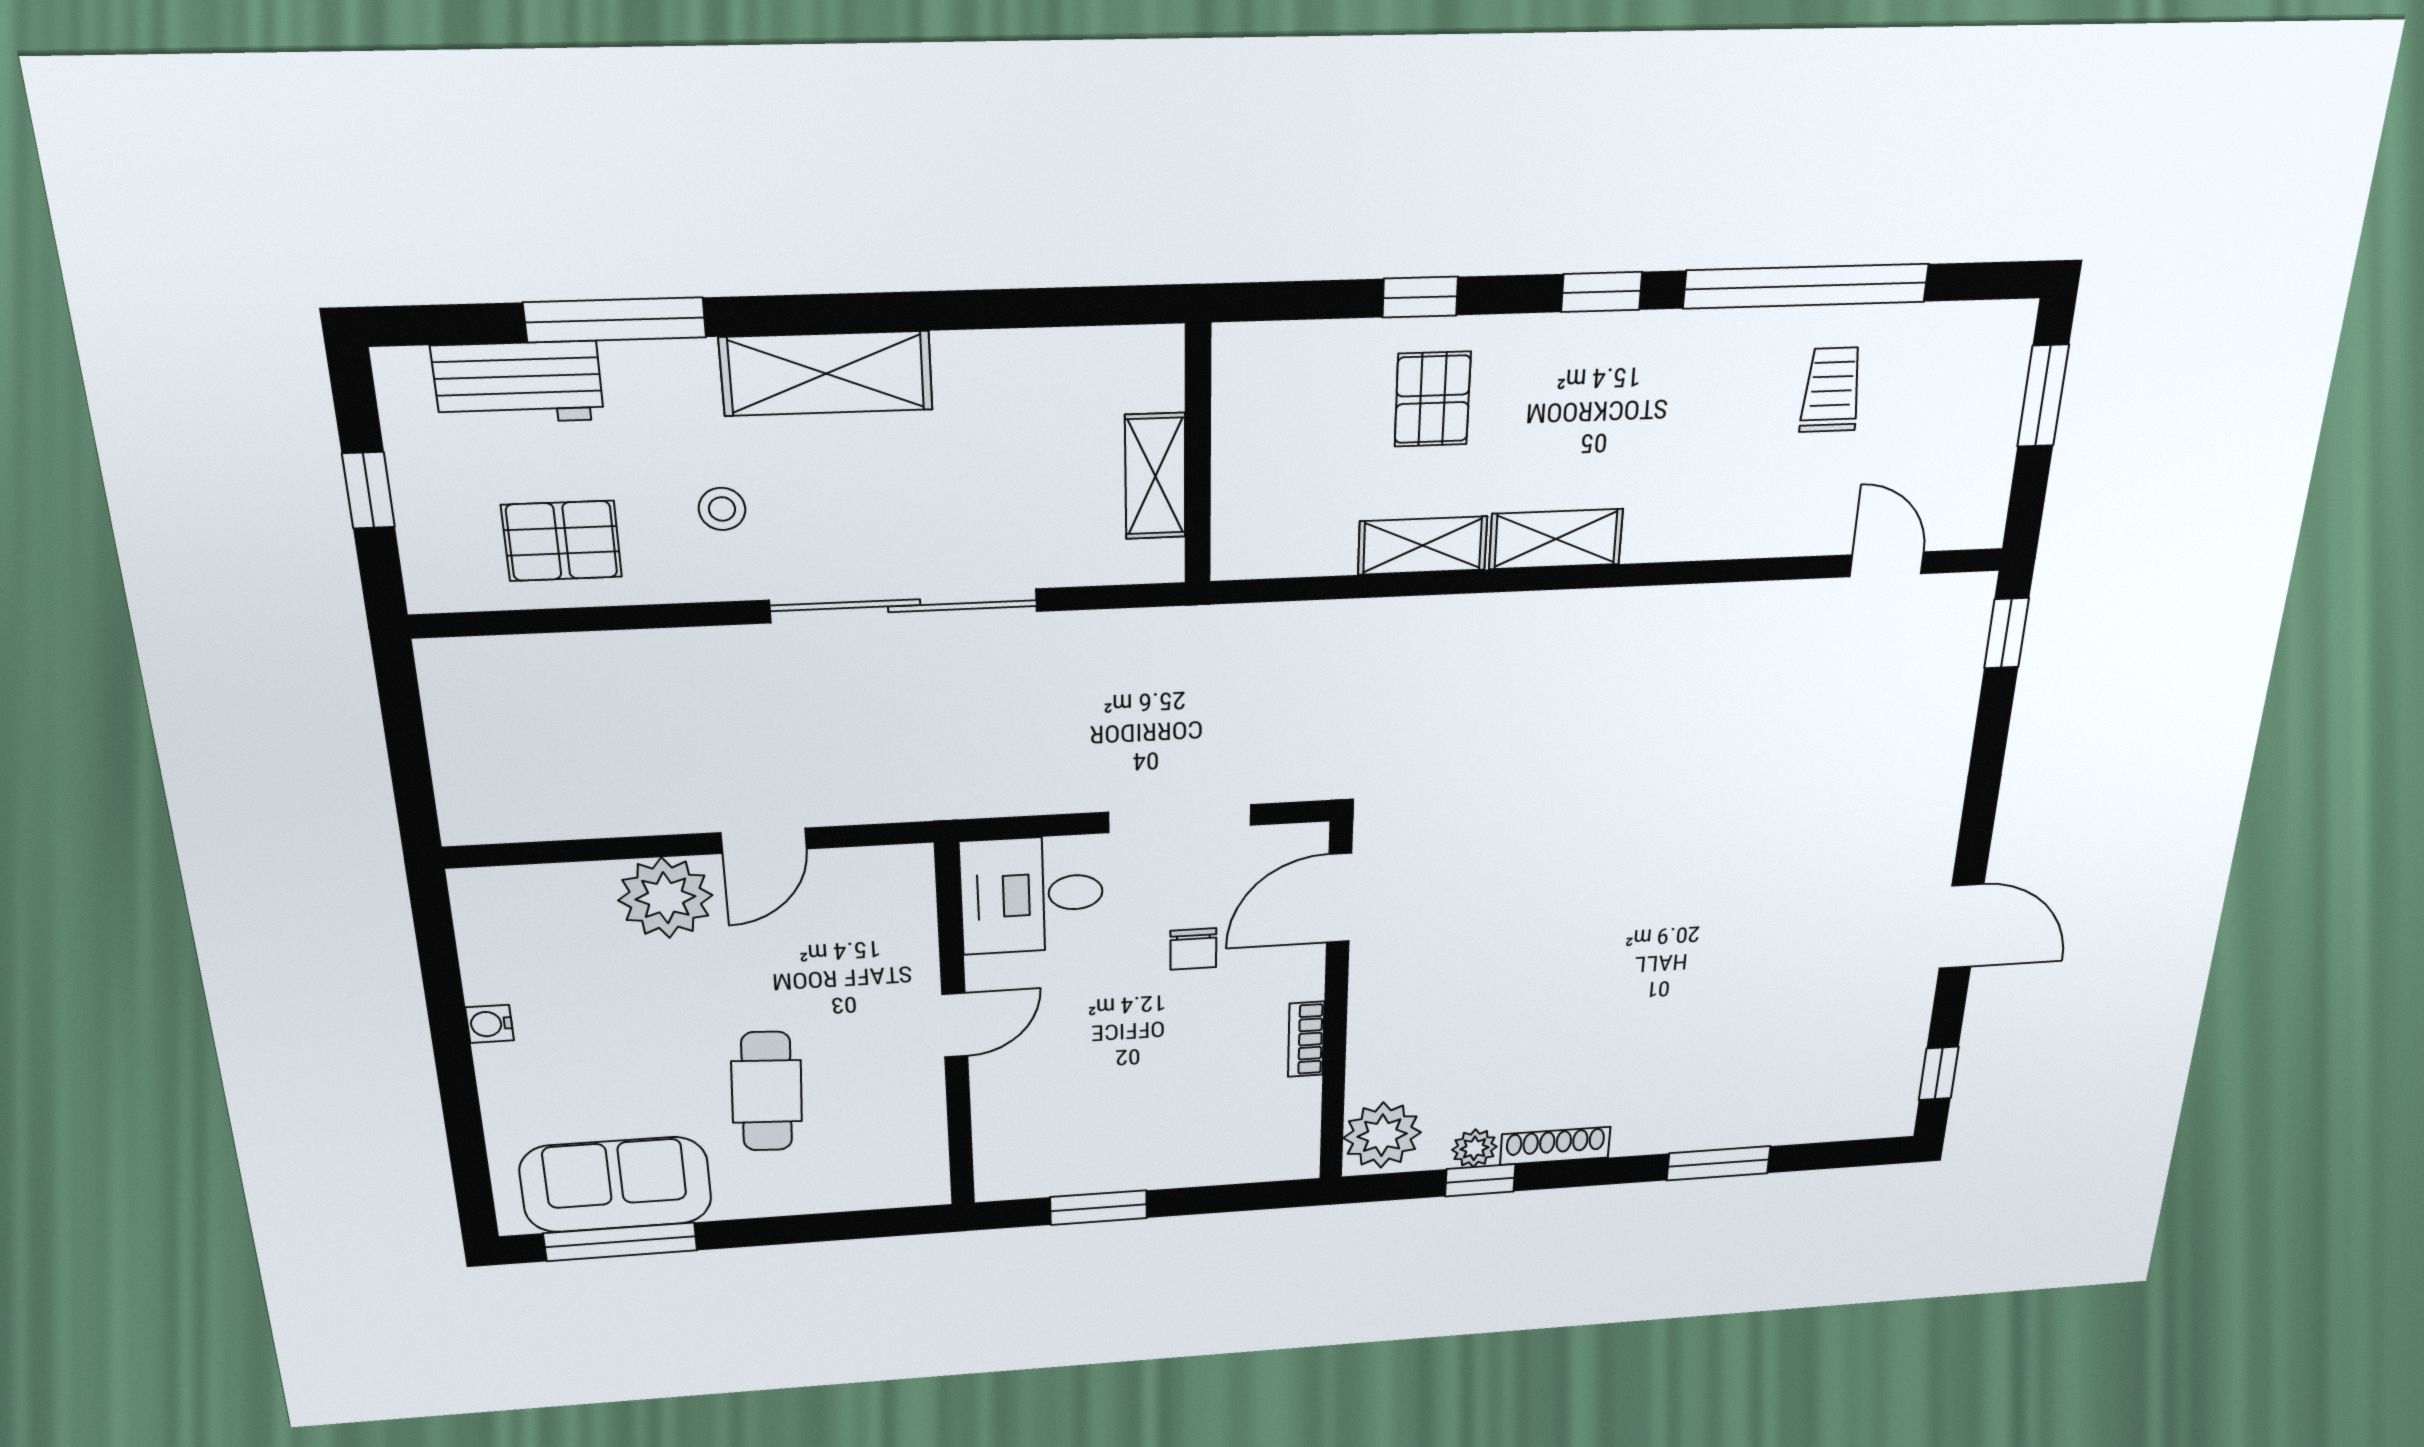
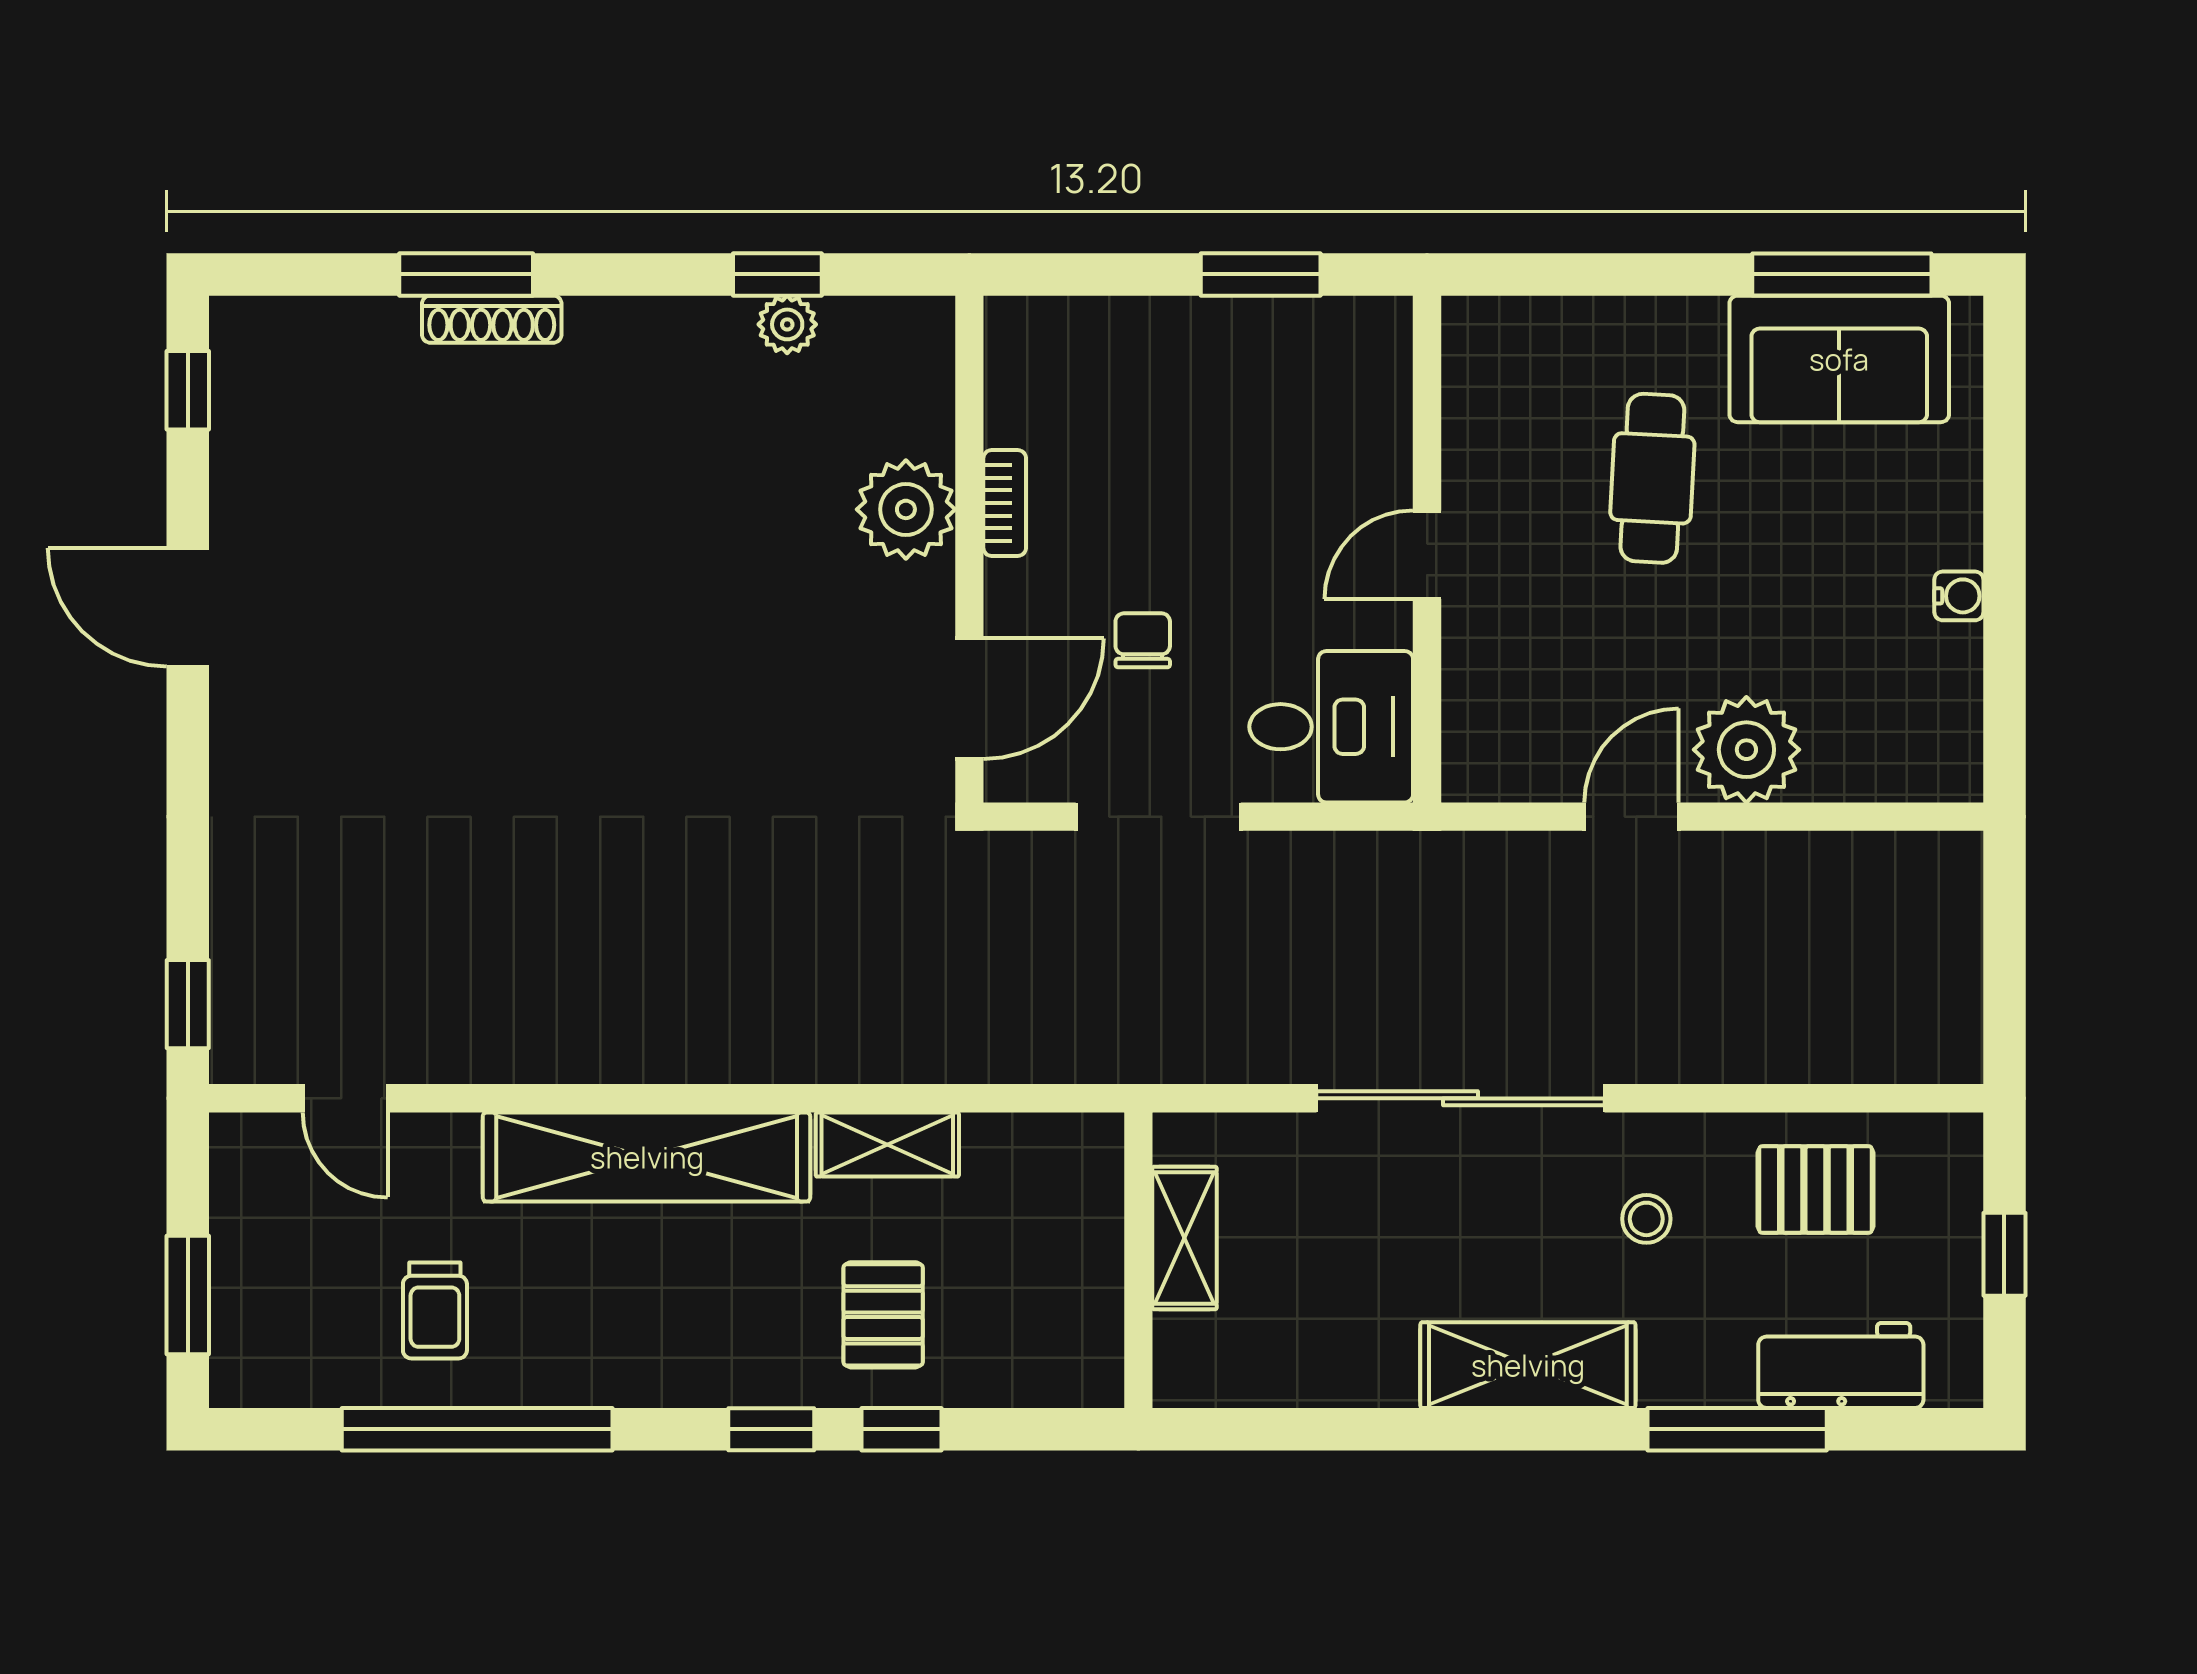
window: (1602, 292) -> (771, 1429), moved
shelving: (1556, 539) -> (647, 1157), width x2.20, depth x1.33
plant: (1382, 1135) -> (906, 509), moved
shoe rack: (1555, 1146) -> (492, 319), moved

